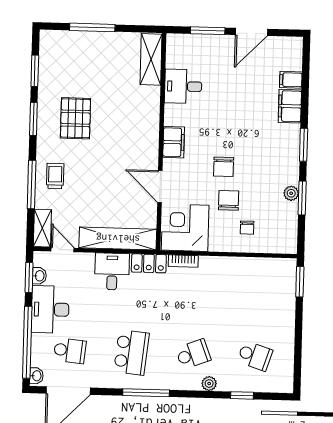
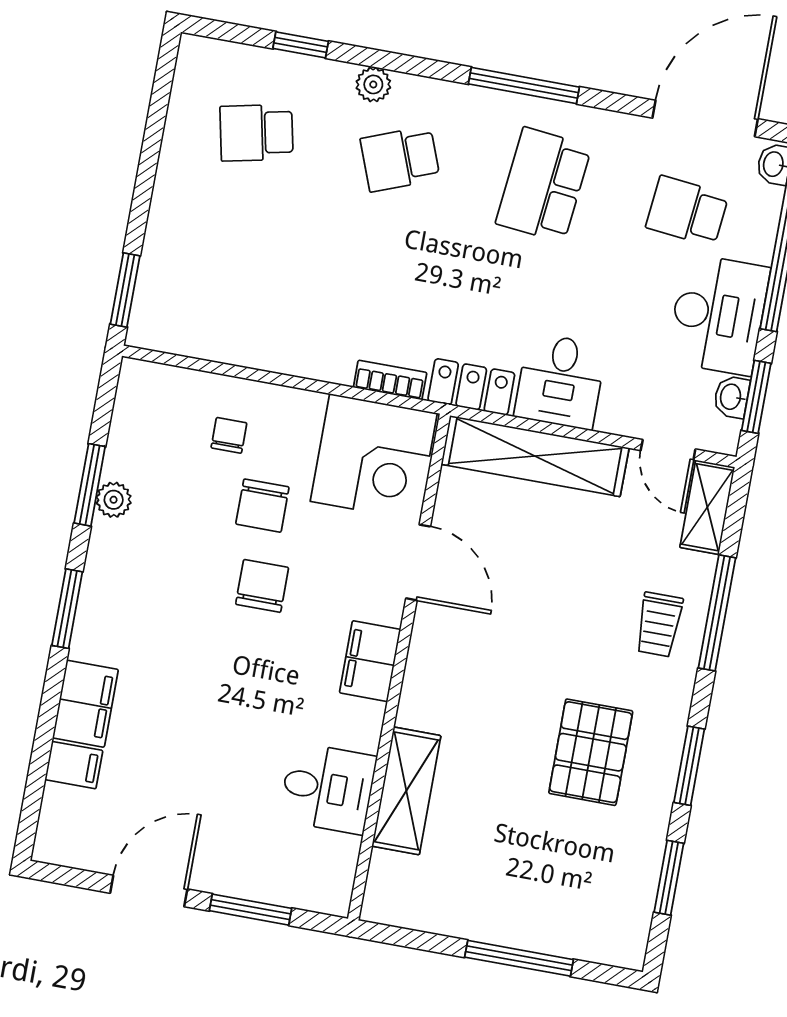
shelving: (151, 59) -> (406, 791), moved
school desk: (255, 356) -> (256, 133), turned -30

